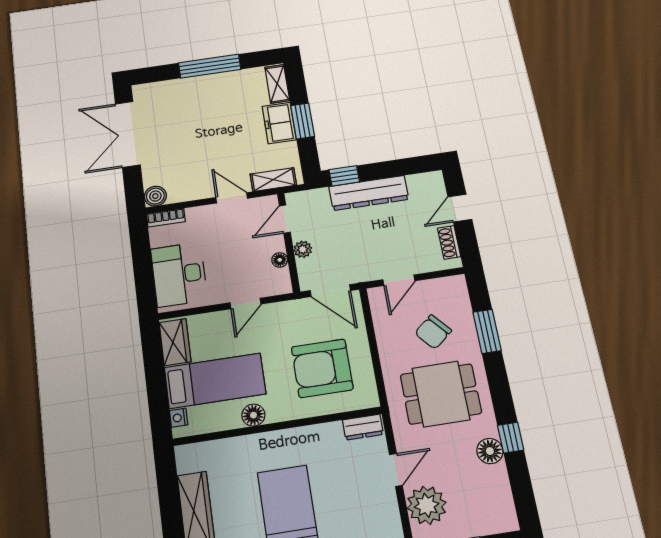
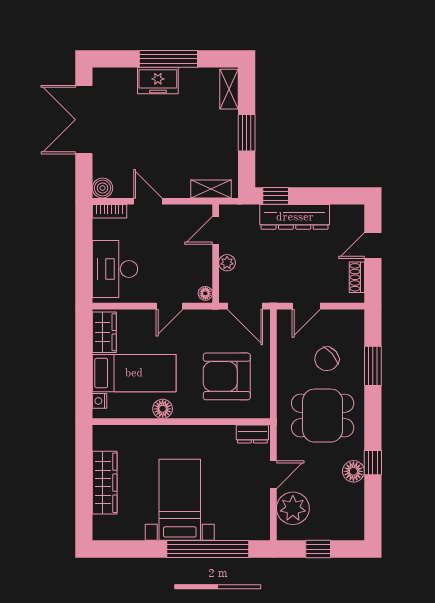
freezer: (279, 123) -> (158, 81), moved, turned -90
door: (232, 198) -> (148, 201), moved
floor lamp: (280, 260) -> (205, 293), moved

